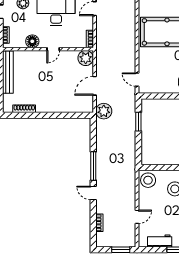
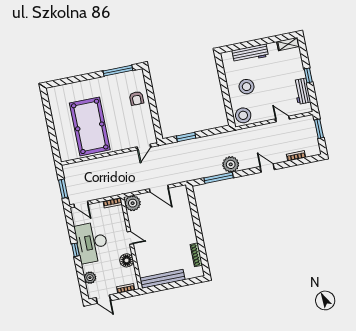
plant: (104, 111) -> (231, 164), moved
window: (93, 166) -> (219, 178), moved
door: (93, 193) -> (267, 168), swing flipped

